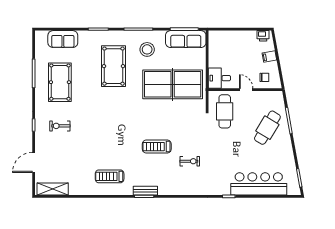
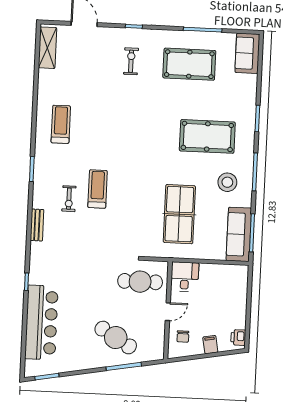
sofa: (63, 39) -> (247, 53), moved
table tennis table: (173, 84) -> (179, 214), width x0.73, depth x0.76
exercise bike: (190, 161) -> (69, 199), moved
bench: (145, 191) -> (37, 225), moved

